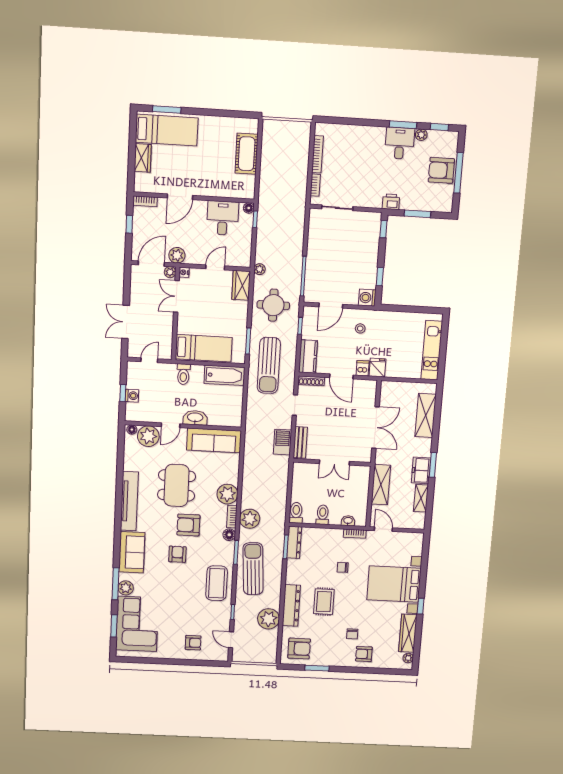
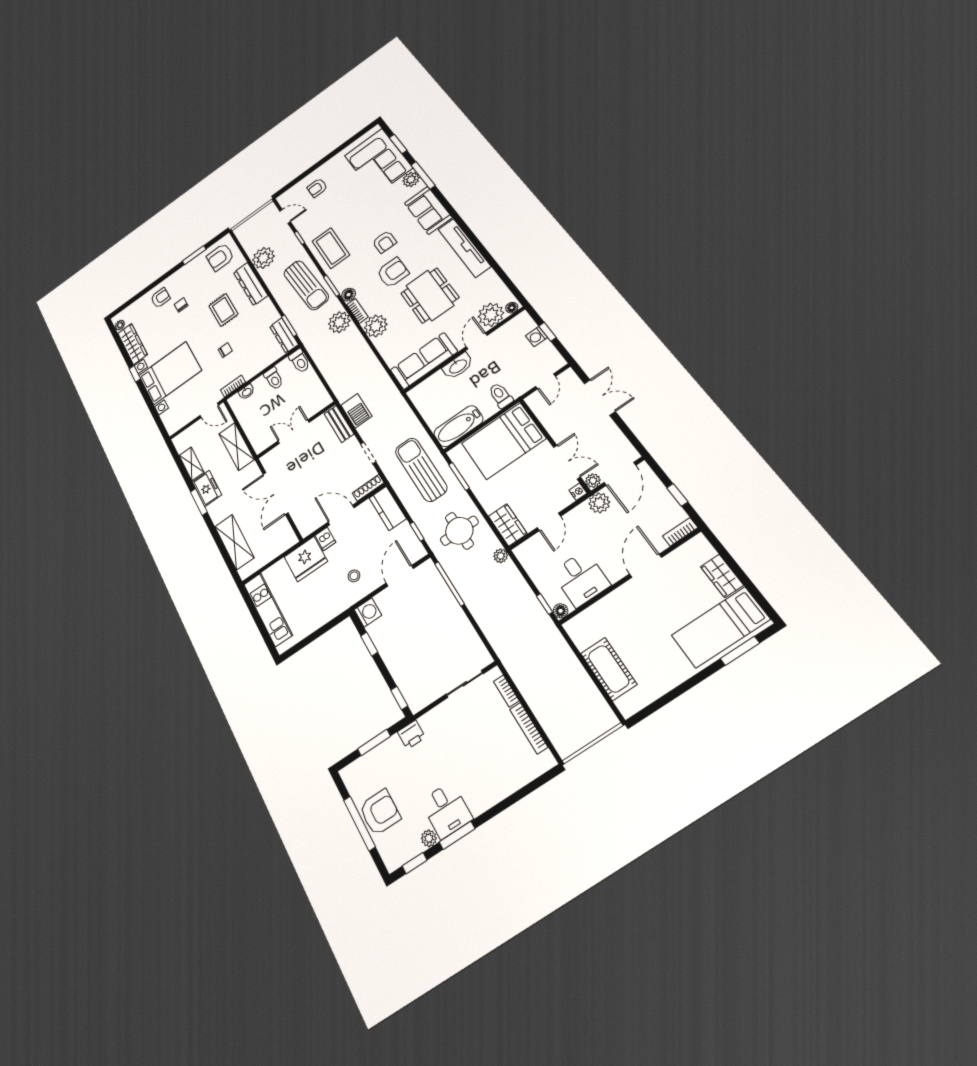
bed: (204, 348) -> (503, 441), width x1.50
fridge: (377, 368) -> (306, 559), width x1.88, depth x1.34

